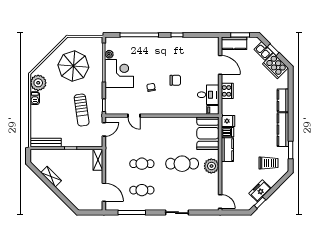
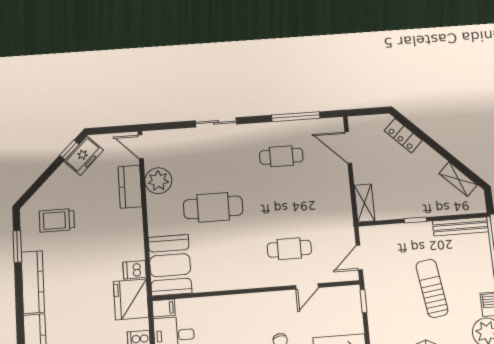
sun lounger: (82, 110) -> (432, 288), moved
door: (134, 116) -> (307, 286), swing flipped
fridge: (228, 121) -> (131, 299), width x1.88, depth x1.34
kitchen counter: (227, 150) -> (130, 187), moved
cafe table: (142, 164) -> (289, 249), moved
plant: (211, 166) -> (158, 181), moved
shelving: (51, 177) -> (458, 179), moved
freezer: (260, 191) -> (84, 156), moved
locker: (72, 197) -> (403, 136), added

